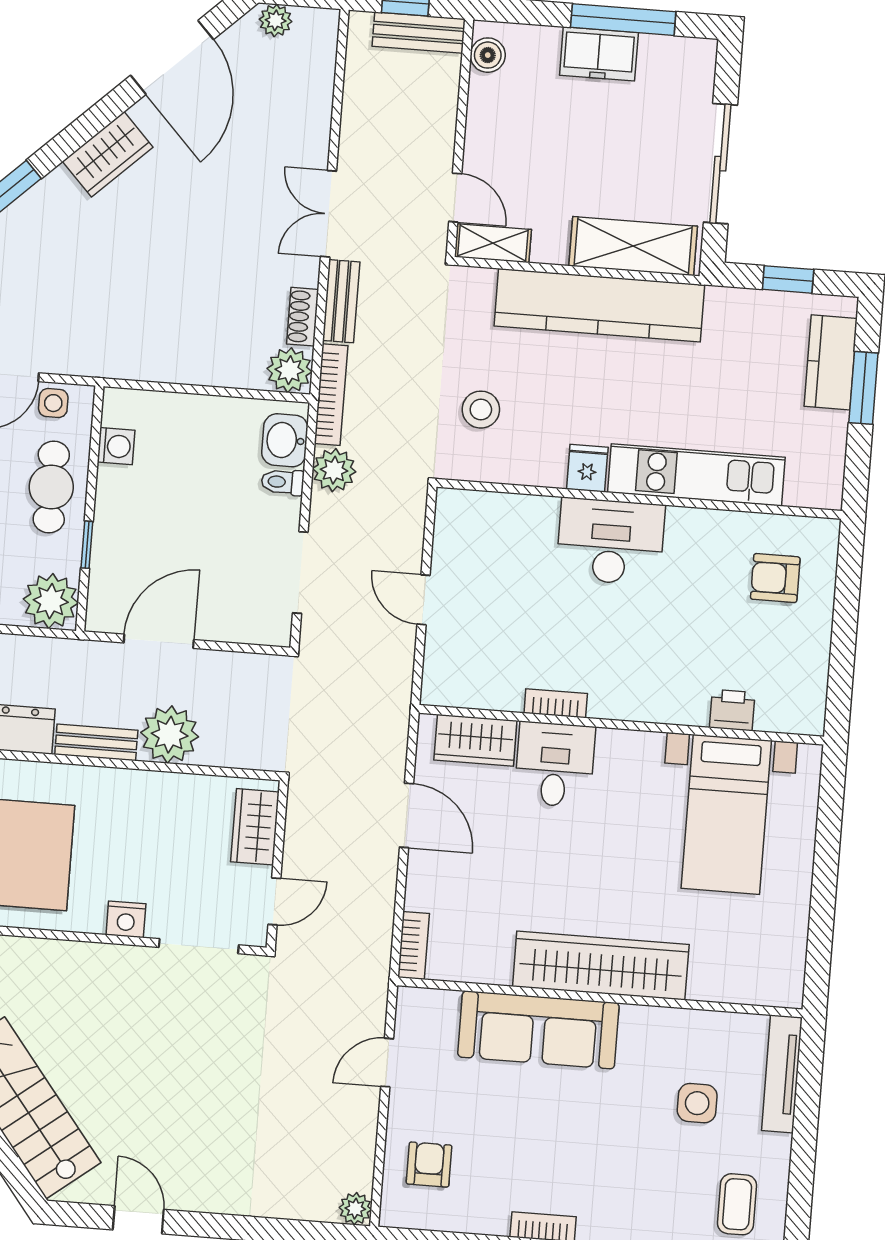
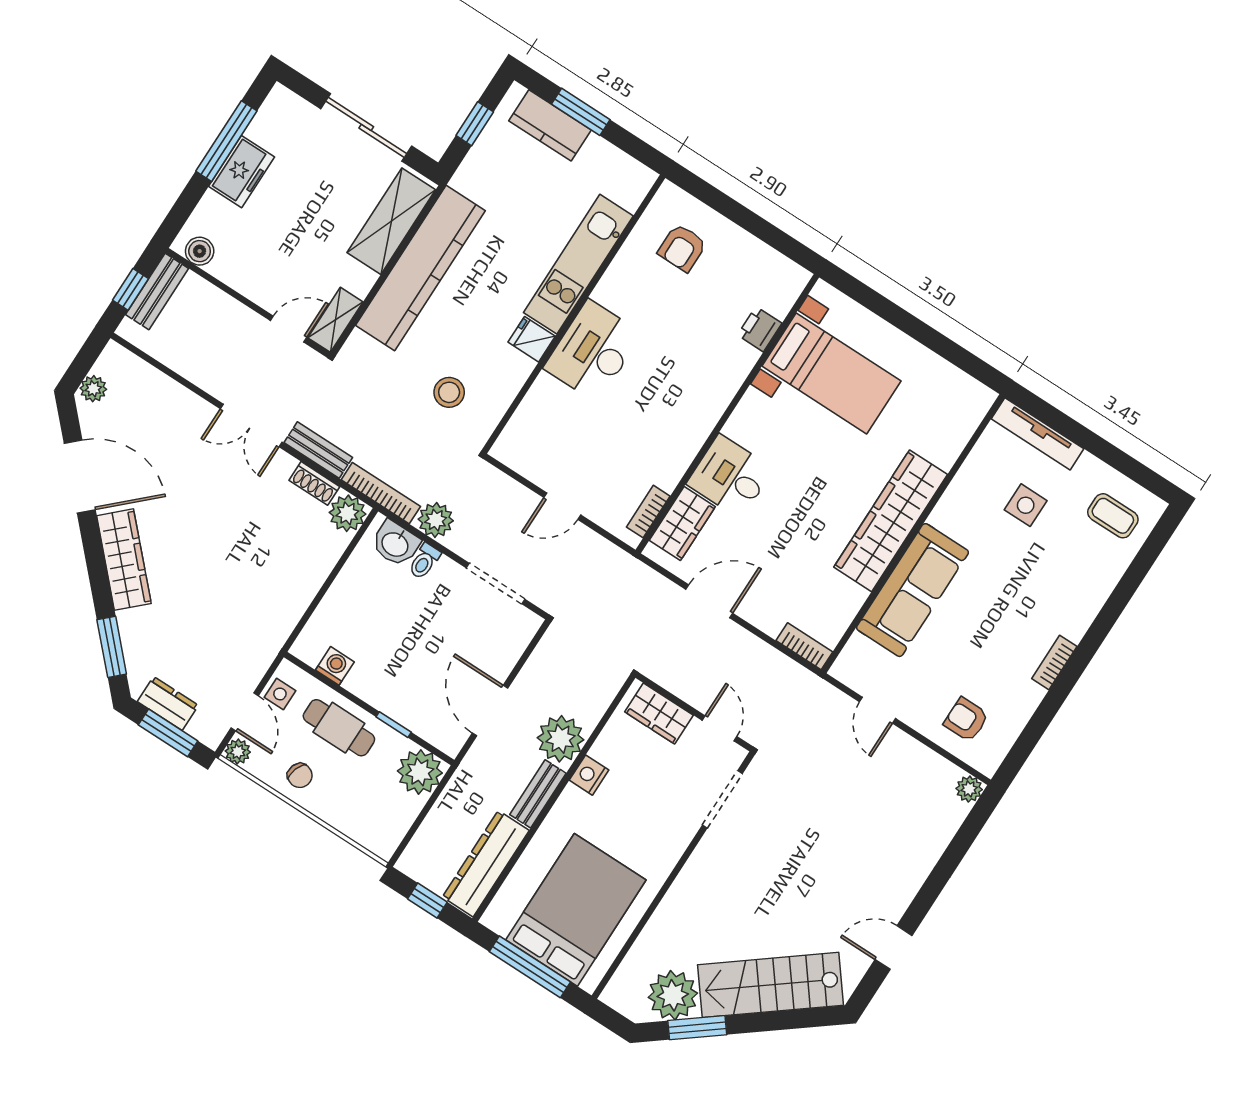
wardrobe: (108, 154) -> (124, 560), width x1.50
bookcase: (556, 703) -> (648, 512), moved
nightstand: (126, 919) -> (589, 775), moved, turned 180

